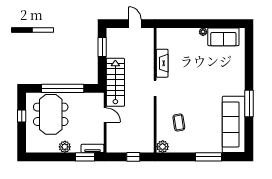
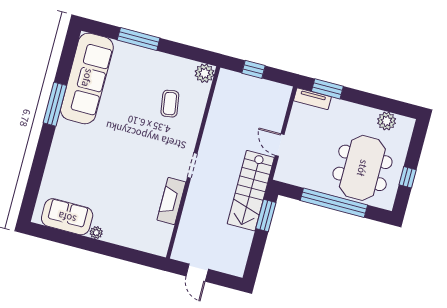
window: (102, 47) -> (266, 216), moved
plant: (65, 147) -> (387, 121), moved

